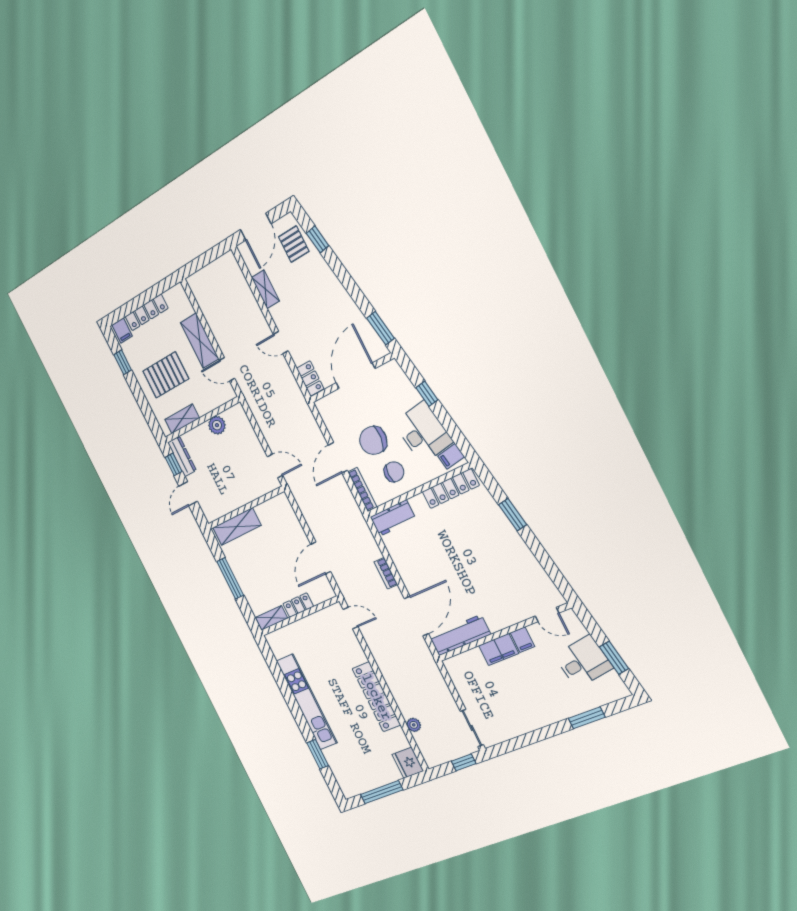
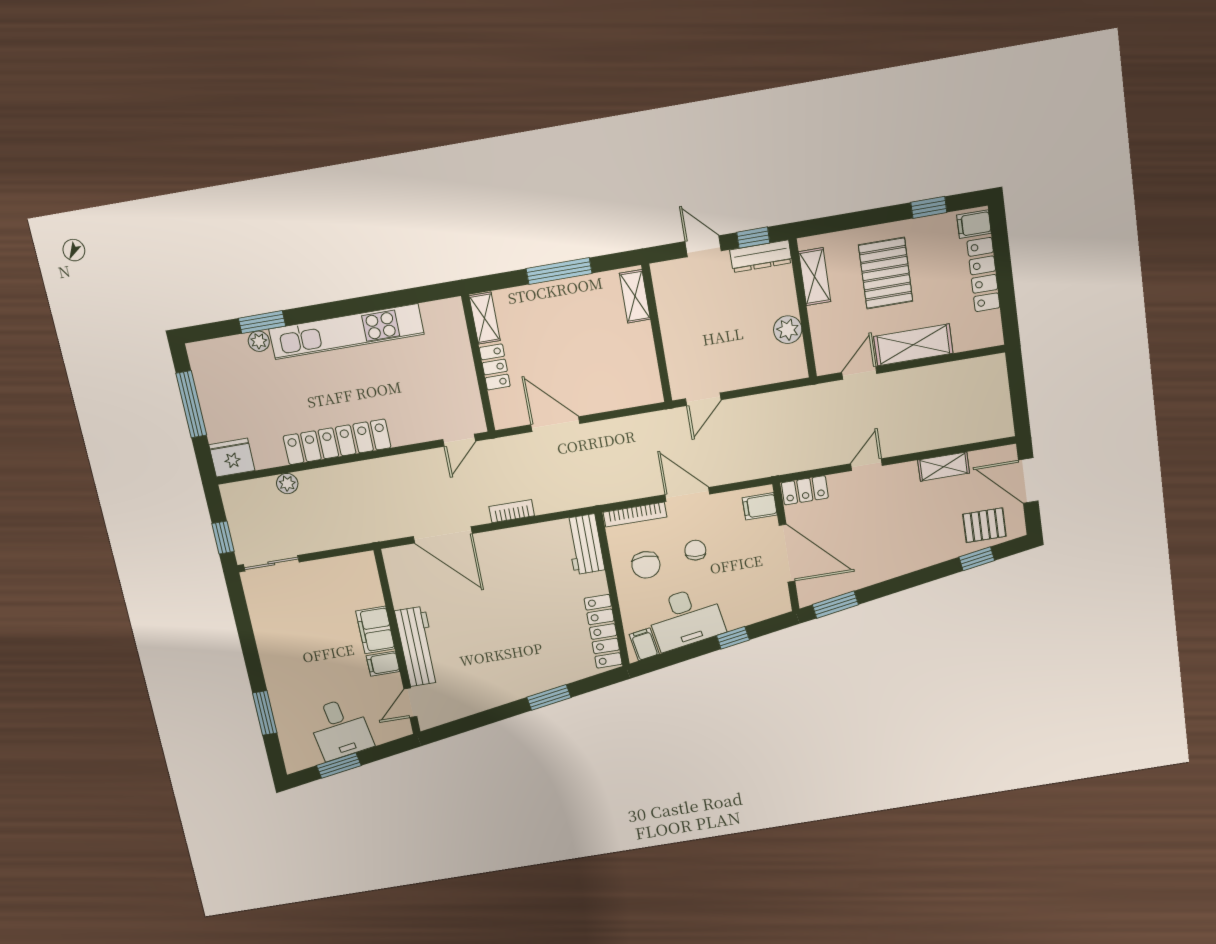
filing cabinet: (330, 406) -> (760, 506), added
chair: (373, 441) -> (695, 550), width x0.54, depth x0.54
shelving: (237, 527) -> (635, 296), width x0.67, depth x0.75
workbench: (460, 635) -> (417, 646), moved
plant: (330, 755) -> (259, 341), added

